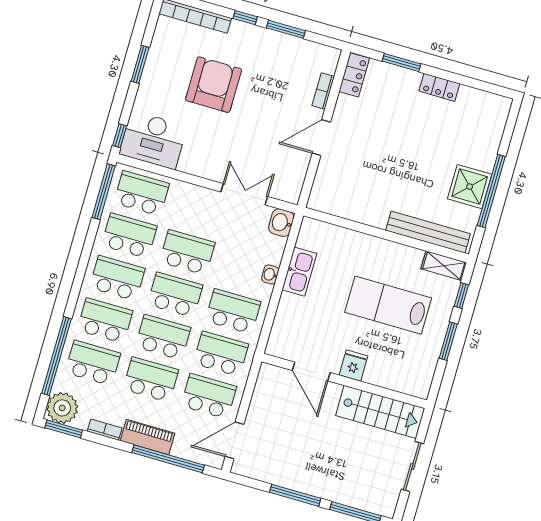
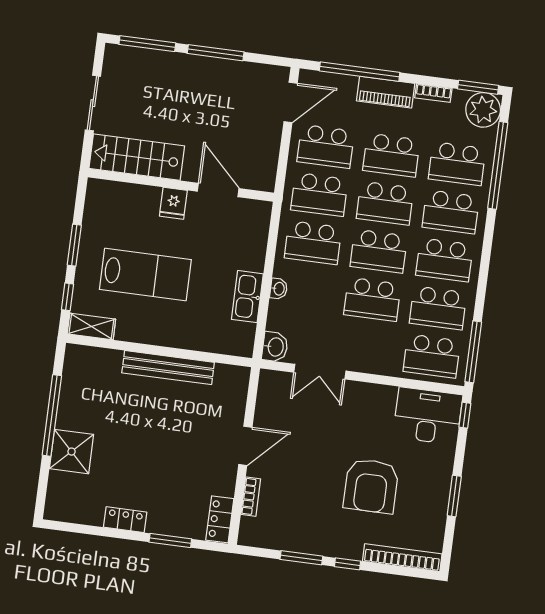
shower: (470, 187) -> (72, 452), moved
bench: (428, 232) -> (168, 368), moved

